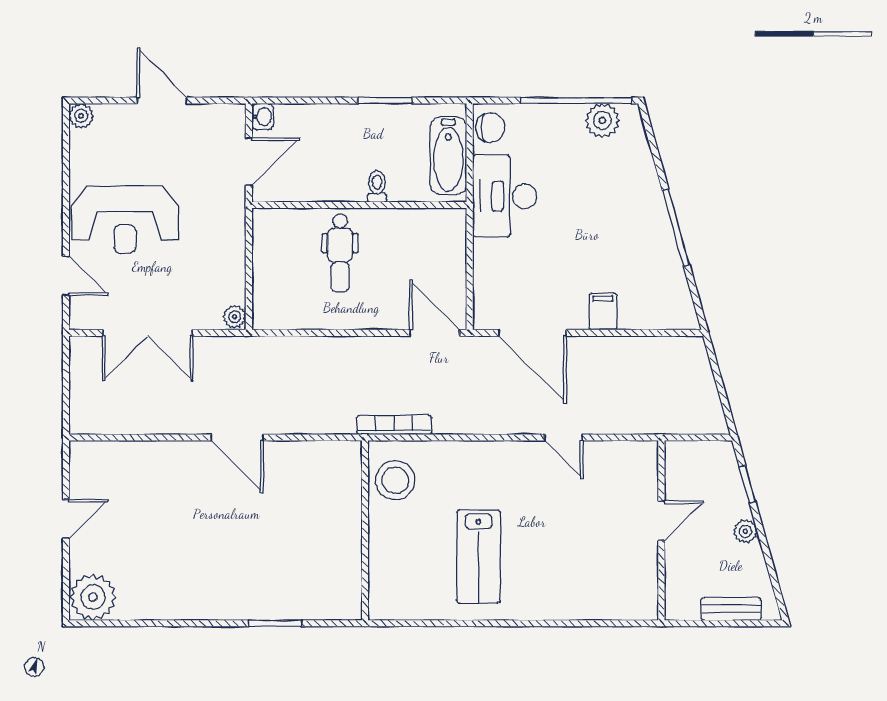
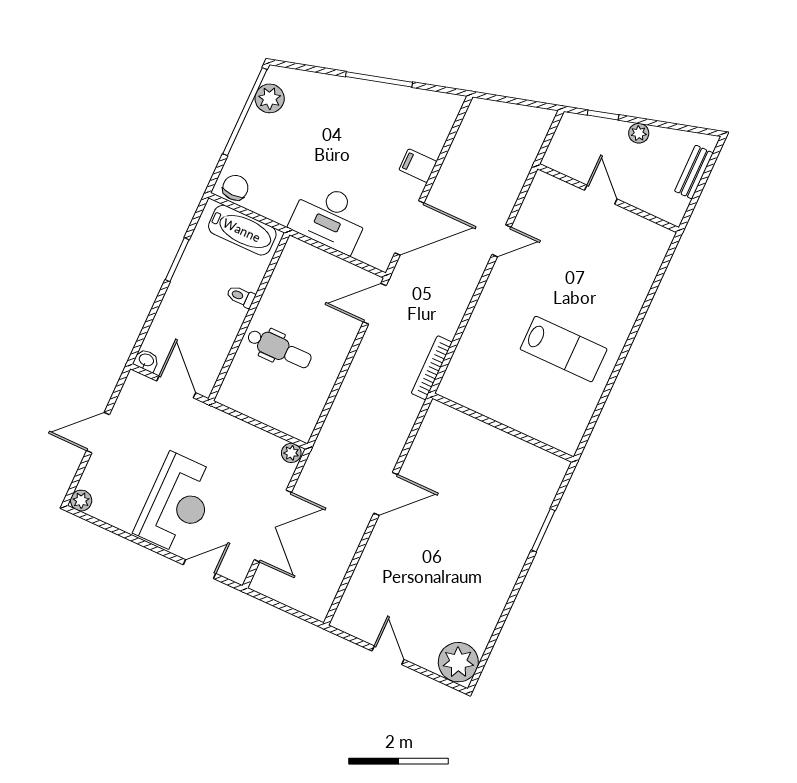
desk: (505, 196) -> (330, 217), moved
stool: (395, 480) -> (475, 387), removed

